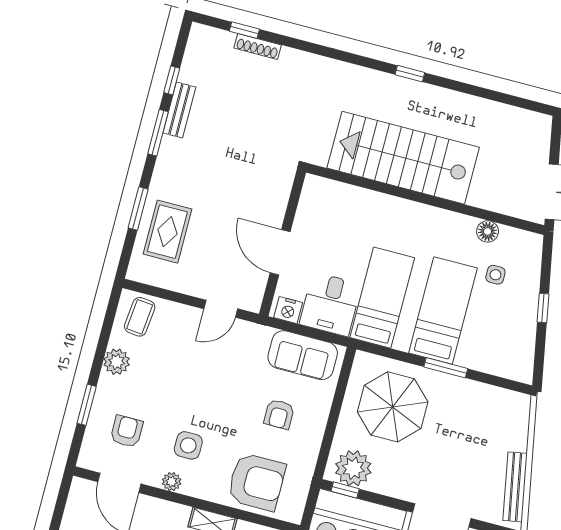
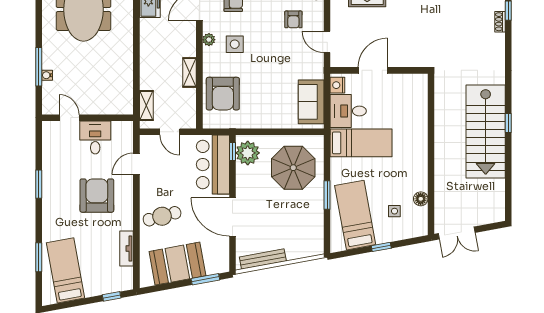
shoe rack: (258, 46) -> (500, 22), width x0.70
stairs: (403, 158) -> (486, 132), moved, turned 180
bed: (443, 311) -> (355, 215), moved, turned -100
armchair: (279, 414) -> (293, 19), moved, turned -90

